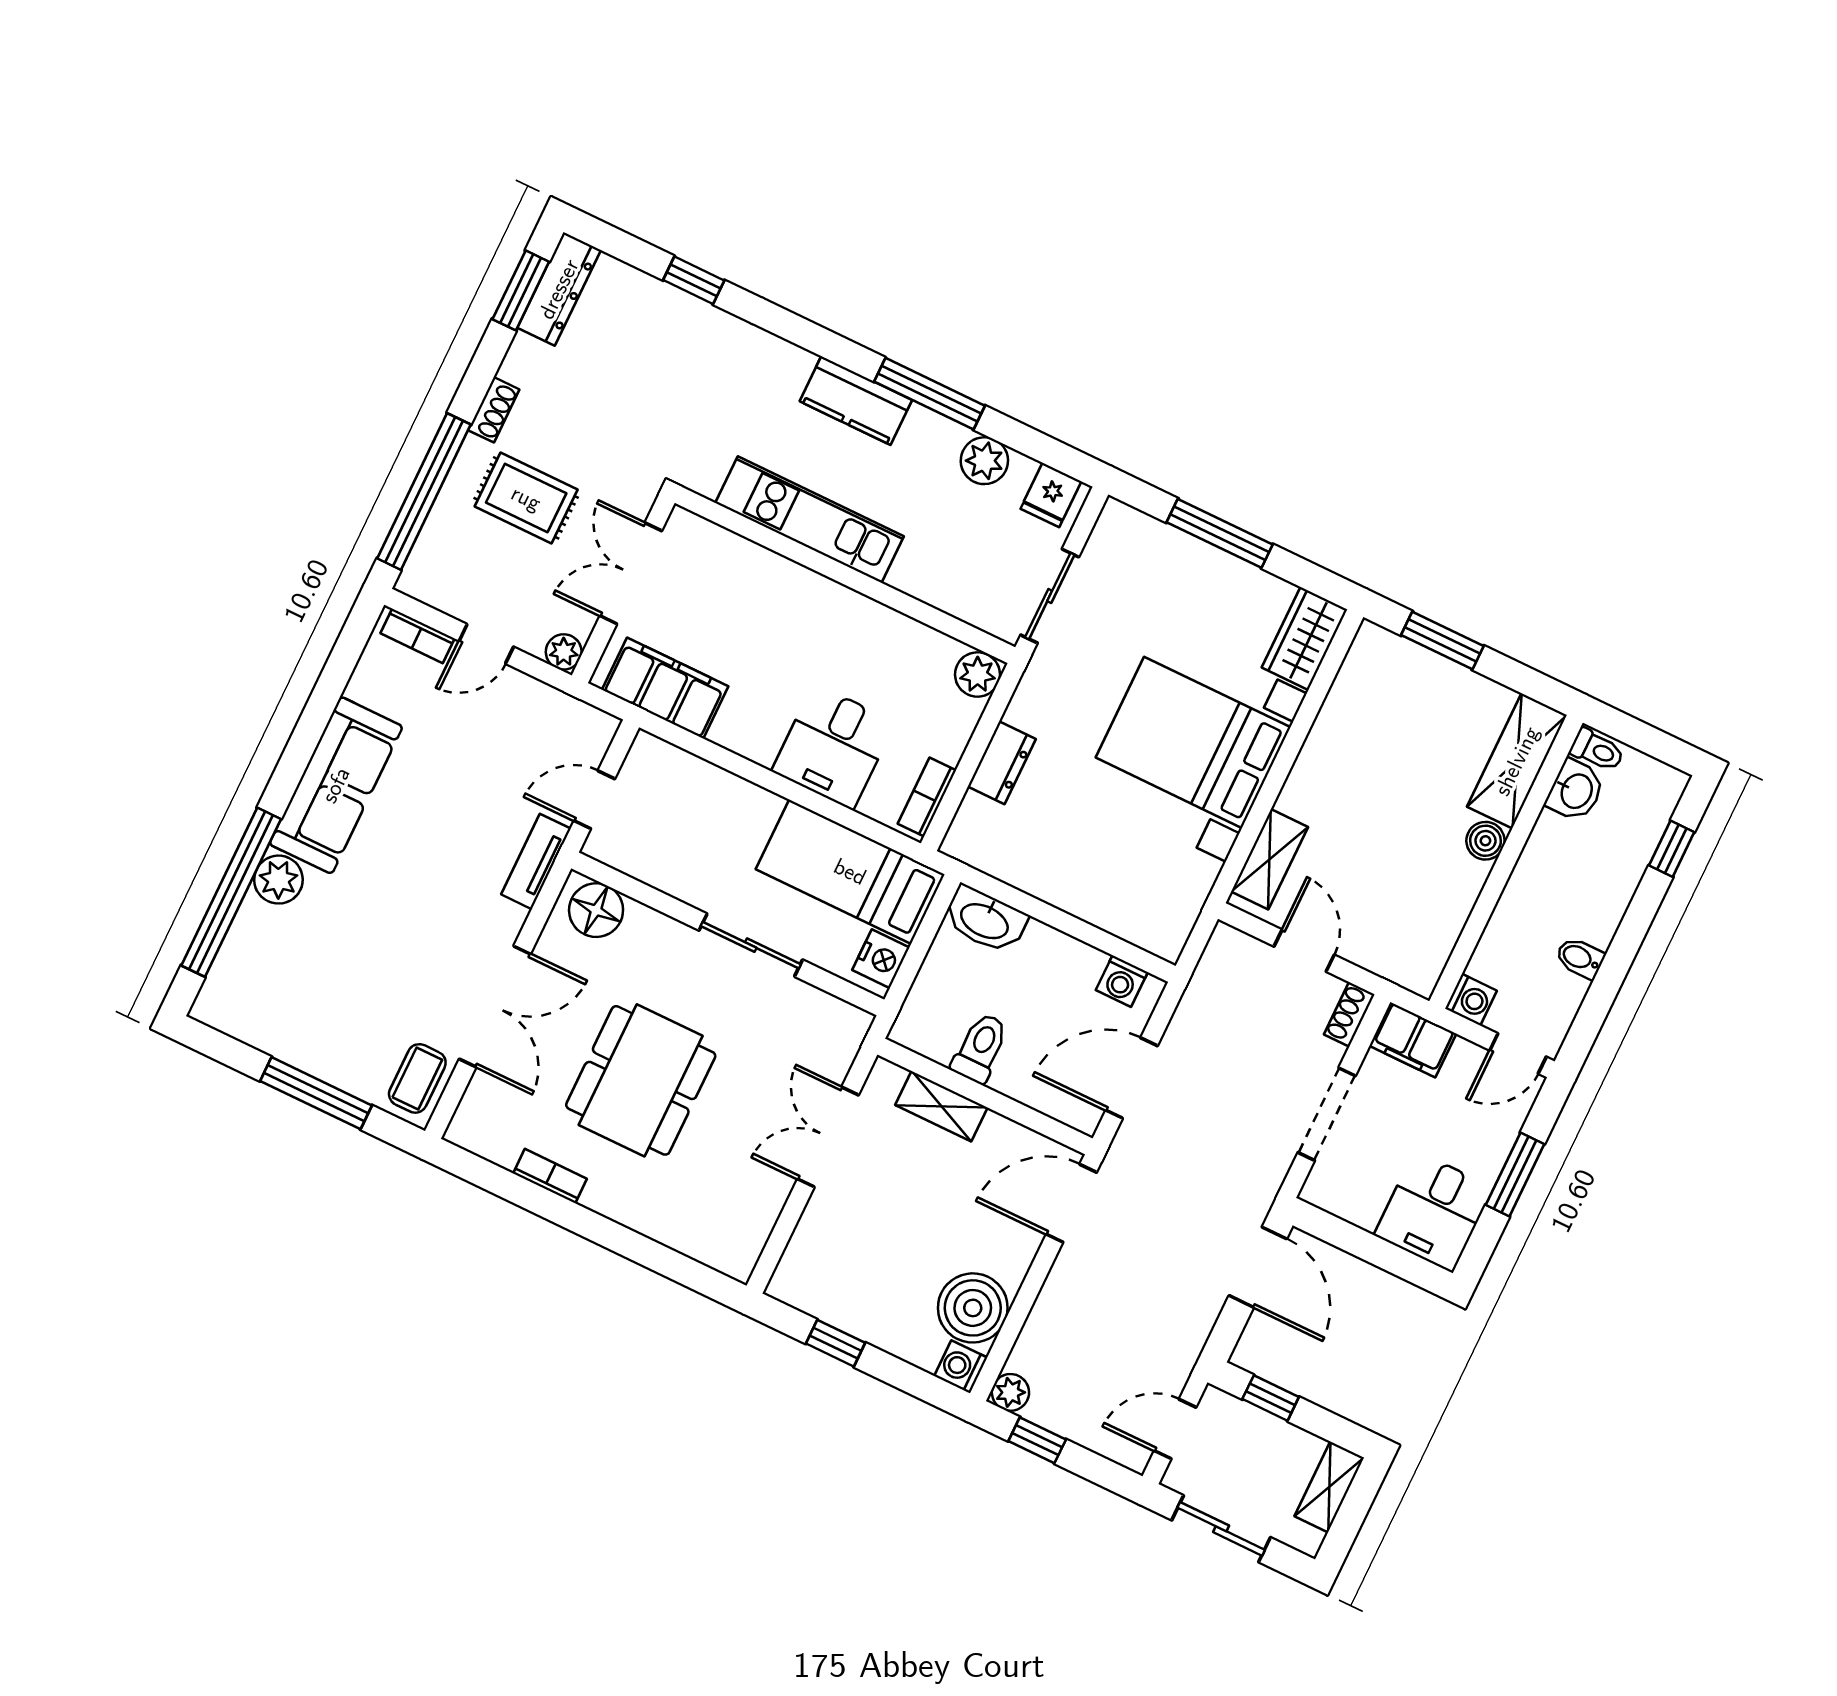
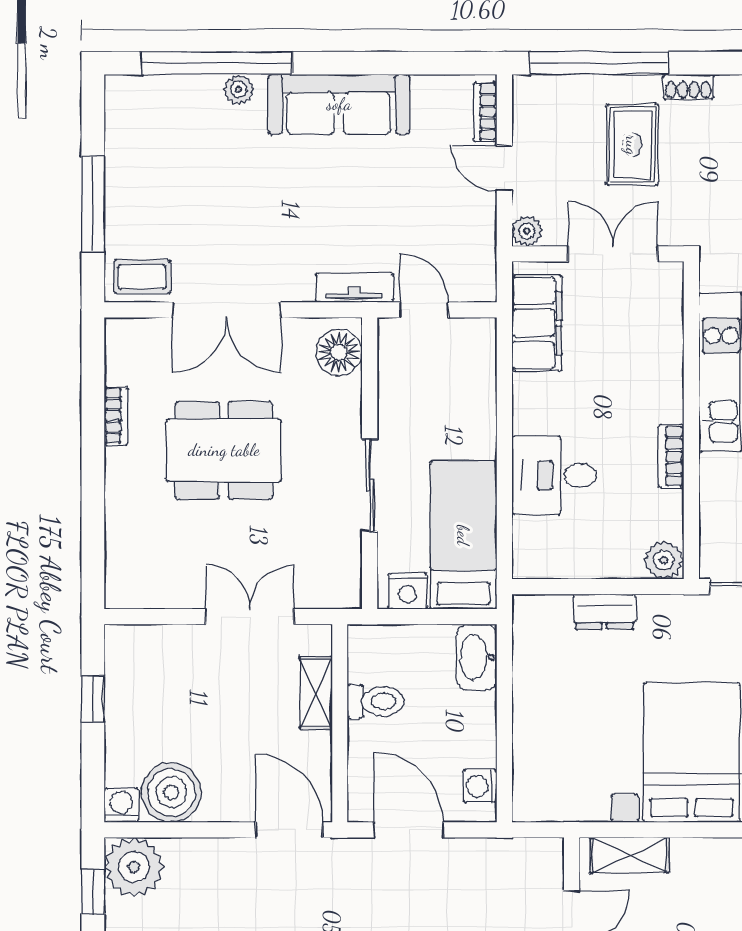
bookcase: (927, 797) -> (671, 456), moved, turned -90
plant: (278, 880) -> (239, 89), width x0.73, depth x0.73
plant: (1010, 1392) -> (134, 867), width x1.88, depth x1.88

